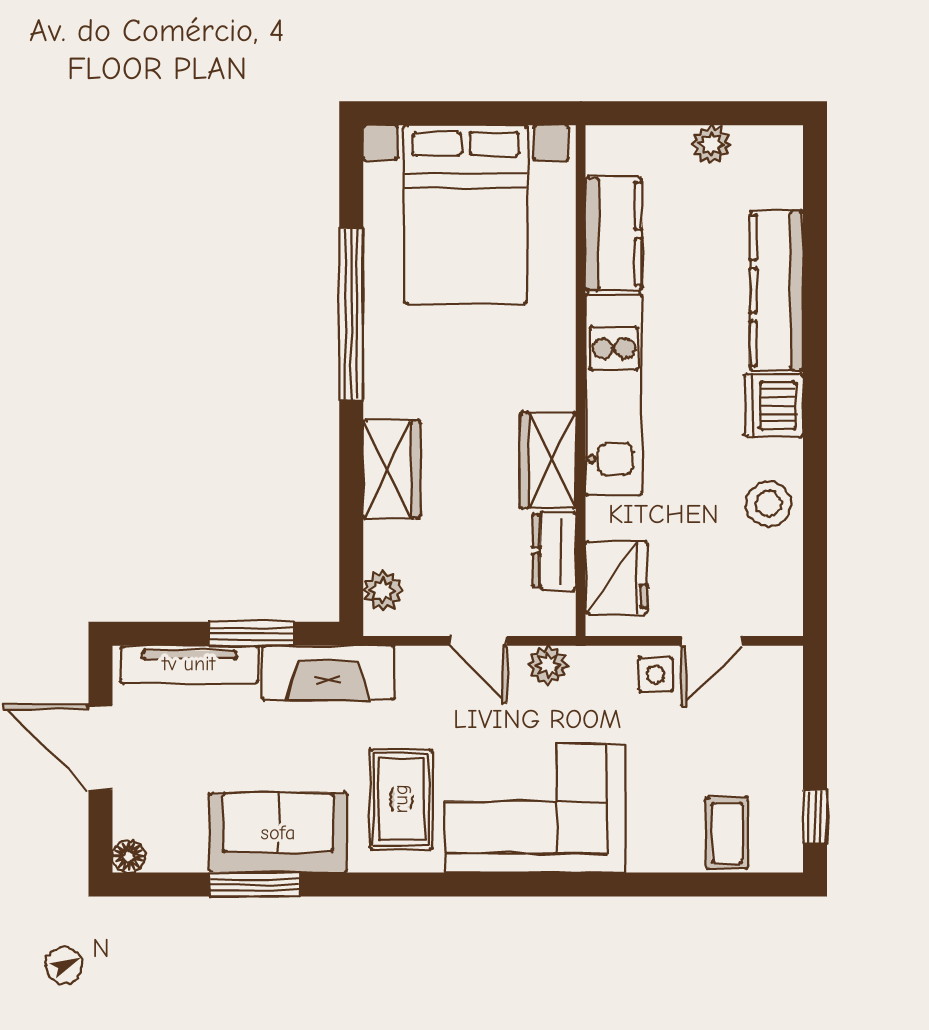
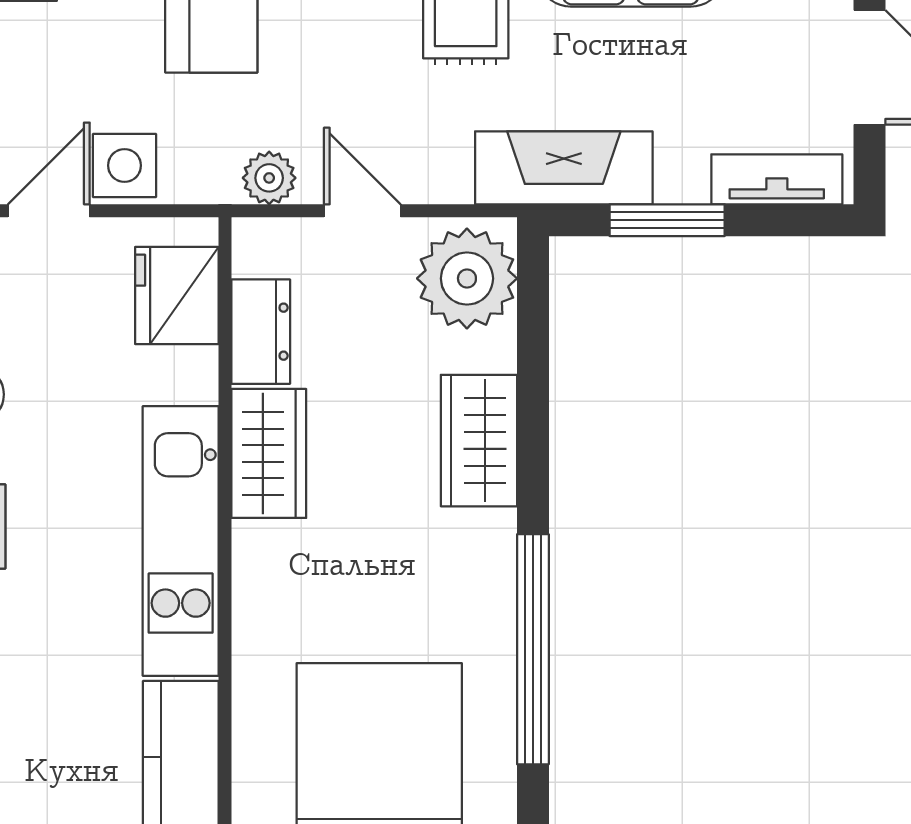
plant: (383, 590) -> (467, 278), width x1.87, depth x1.87
tv unit: (189, 664) -> (777, 179), width x0.71
side table: (656, 675) -> (124, 165), width x1.37, depth x1.37

